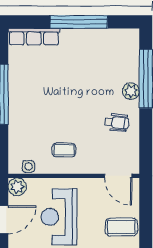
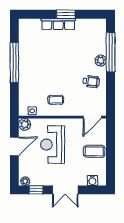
window: (79, 22) -> (66, 14), width x0.47
row of seats: (34, 37) -> (58, 24), moved
door: (118, 176) -> (92, 117), hinge flipped

